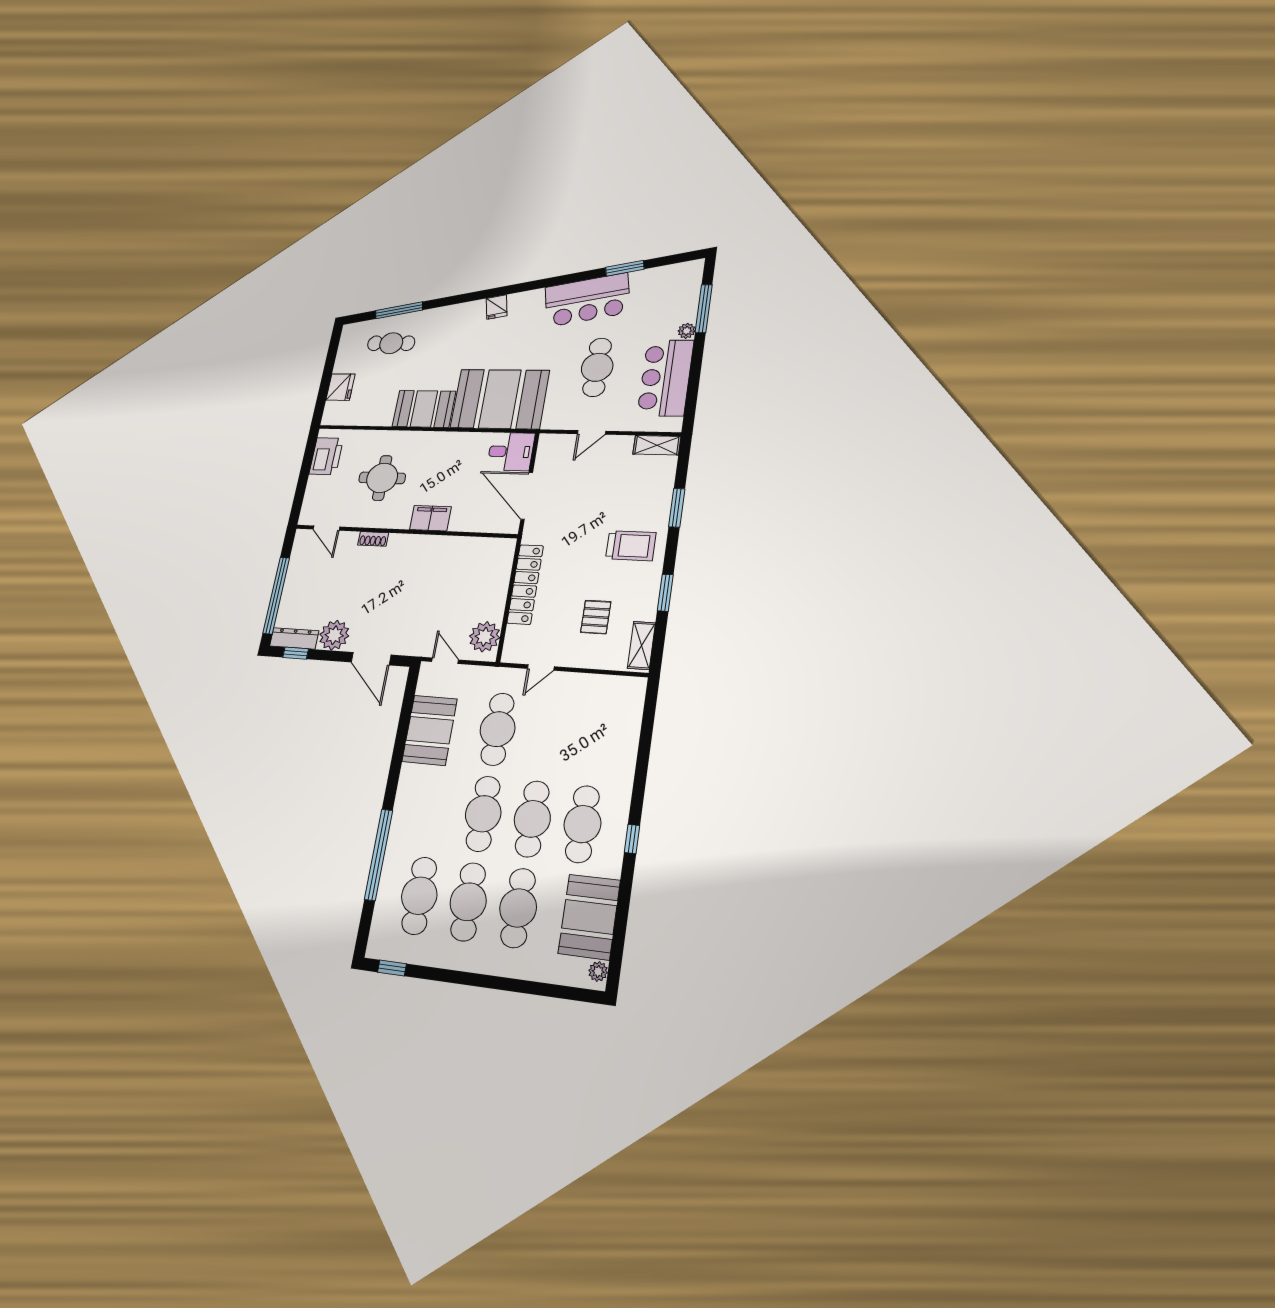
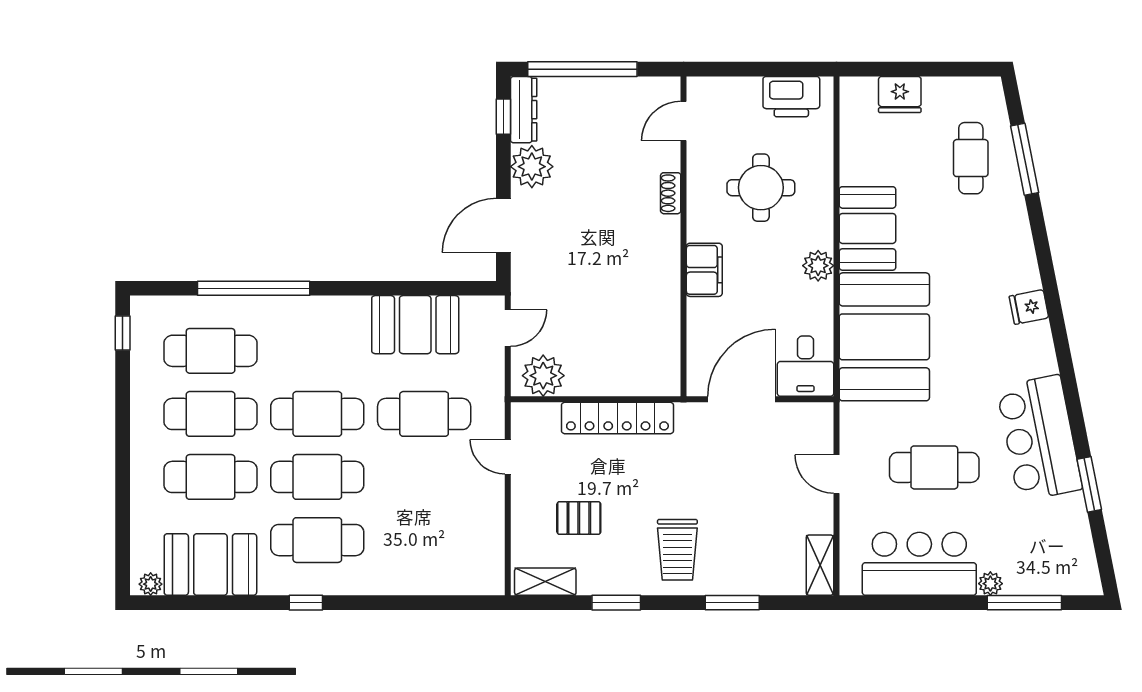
plant: (443, 441) -> (818, 266), added

